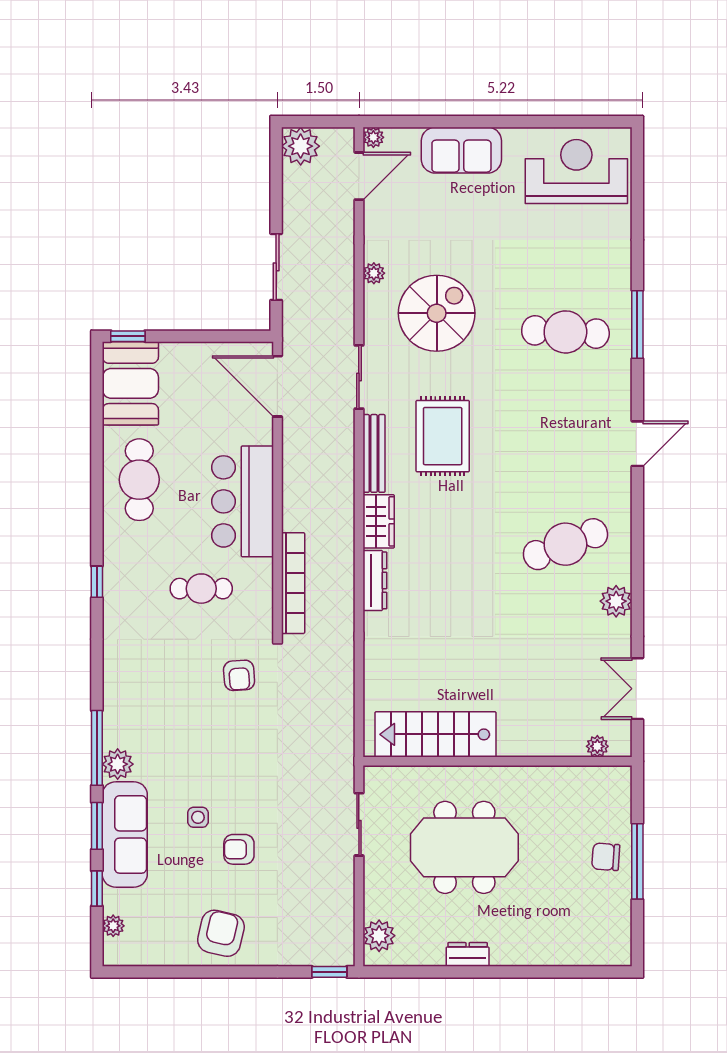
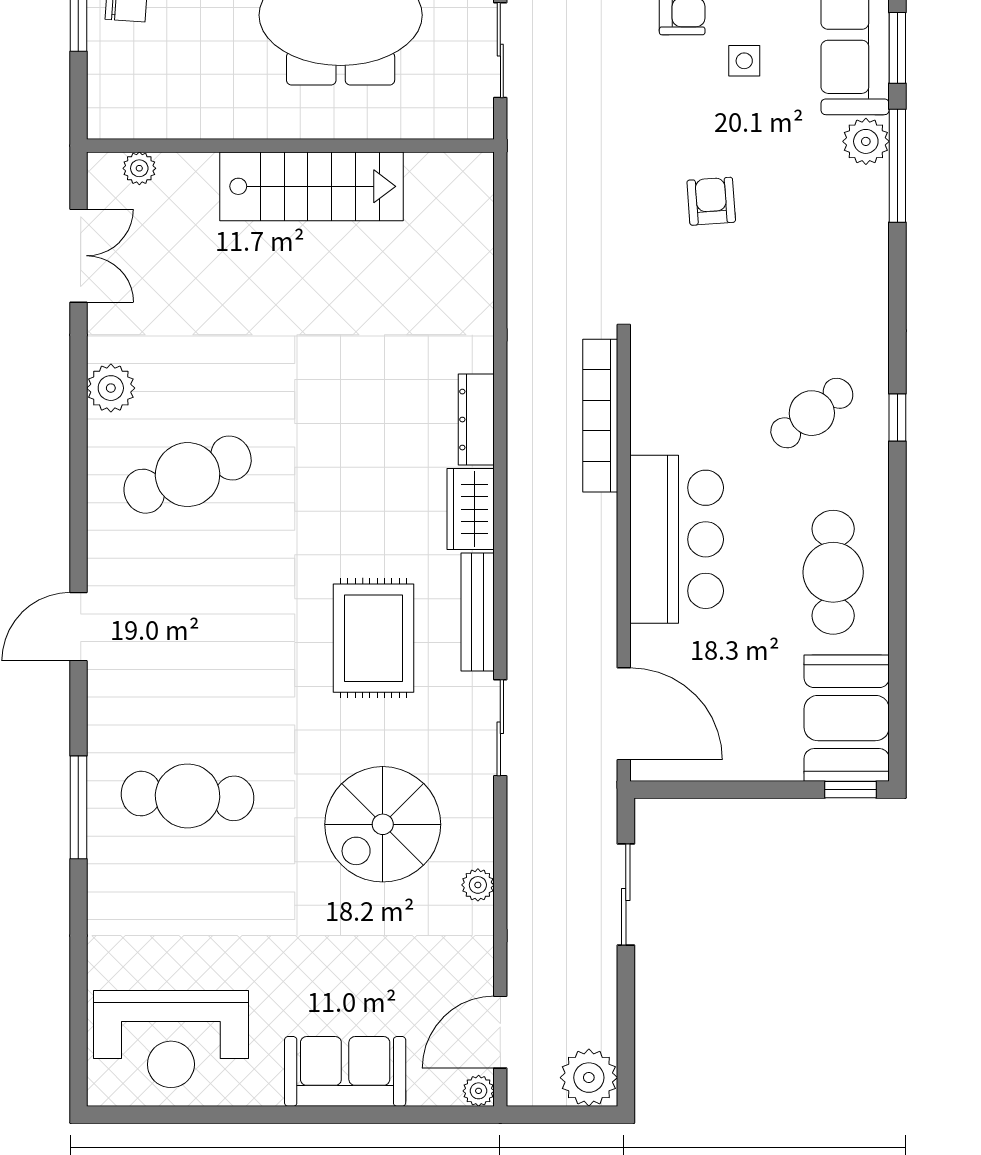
cafe table: (201, 589) -> (812, 413), moved, turned -37
armchair: (239, 675) -> (711, 201), moved
stairs: (435, 734) -> (312, 186), moved

